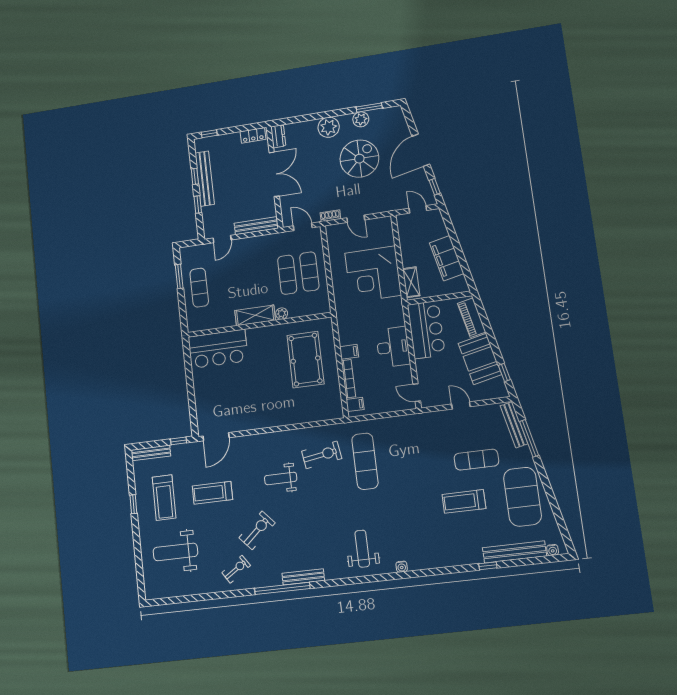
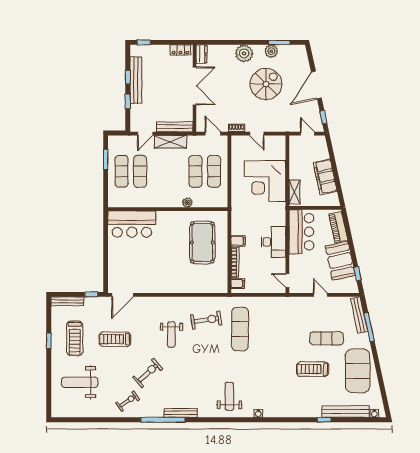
exercise mat: (221, 284) -> (140, 171), added
shelving: (255, 315) -> (170, 142), moved
weight bench: (281, 478) -> (171, 334), turned -90

